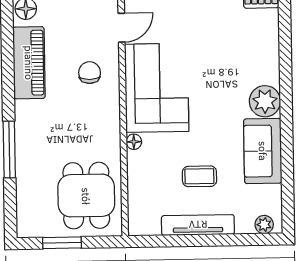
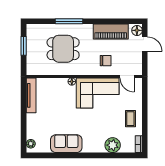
plant: (265, 101) -> (113, 145), moved
coffee table: (199, 176) -> (130, 119), moved
dining table: (86, 196) -> (63, 49), moved
tv unit: (198, 225) -> (31, 95), moved

